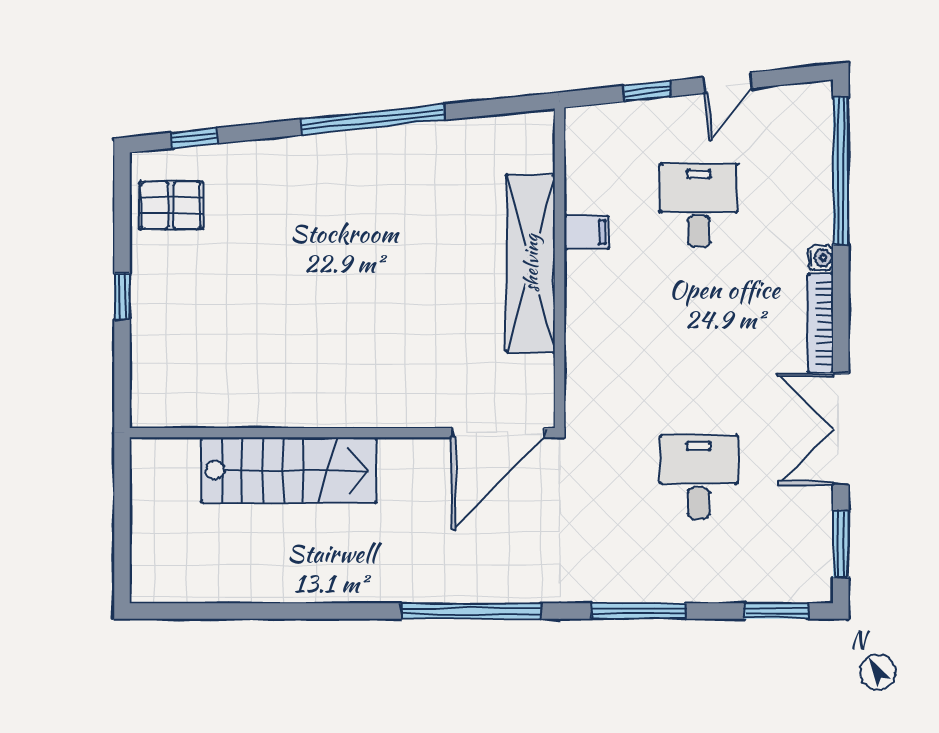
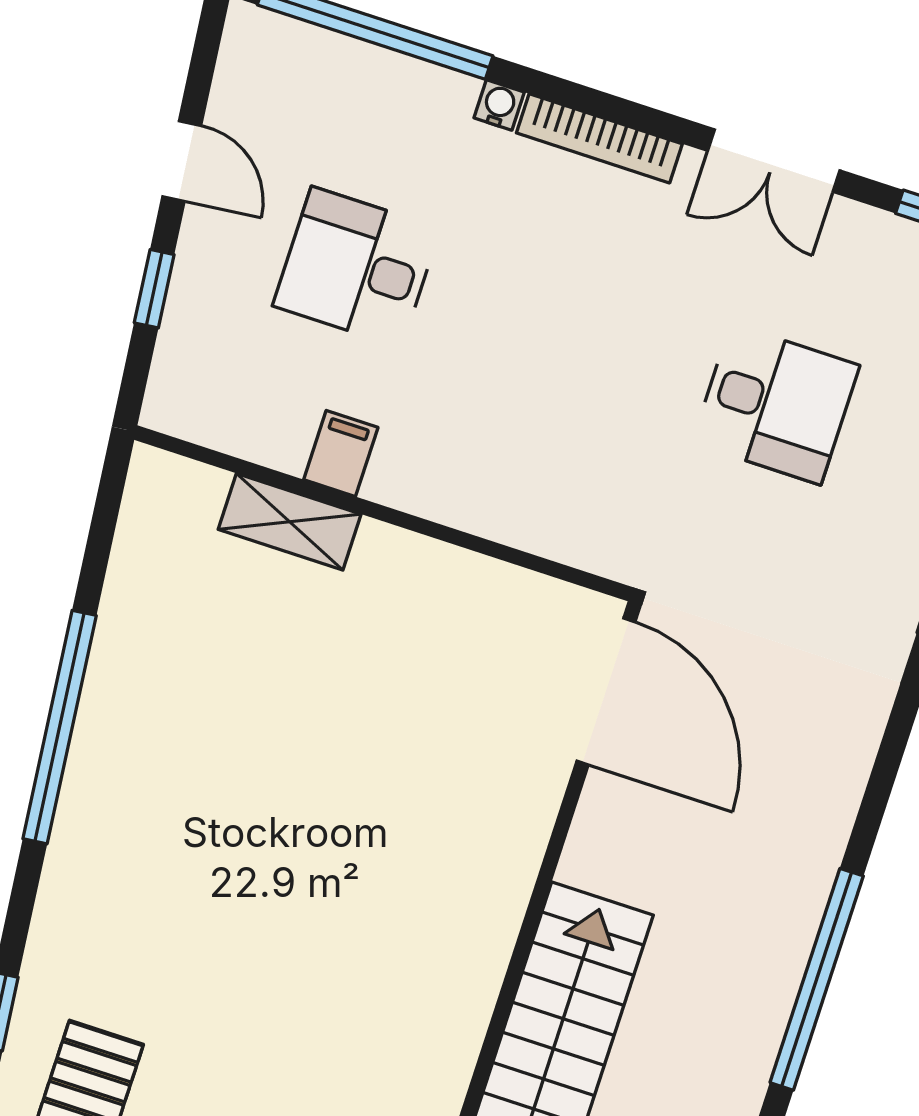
shelving: (531, 263) -> (290, 522), width x0.45, depth x0.75
double door: (841, 429) -> (774, 161), width x0.73
desk: (699, 477) -> (776, 404), turned 180
window: (471, 611) -> (817, 979), moved

